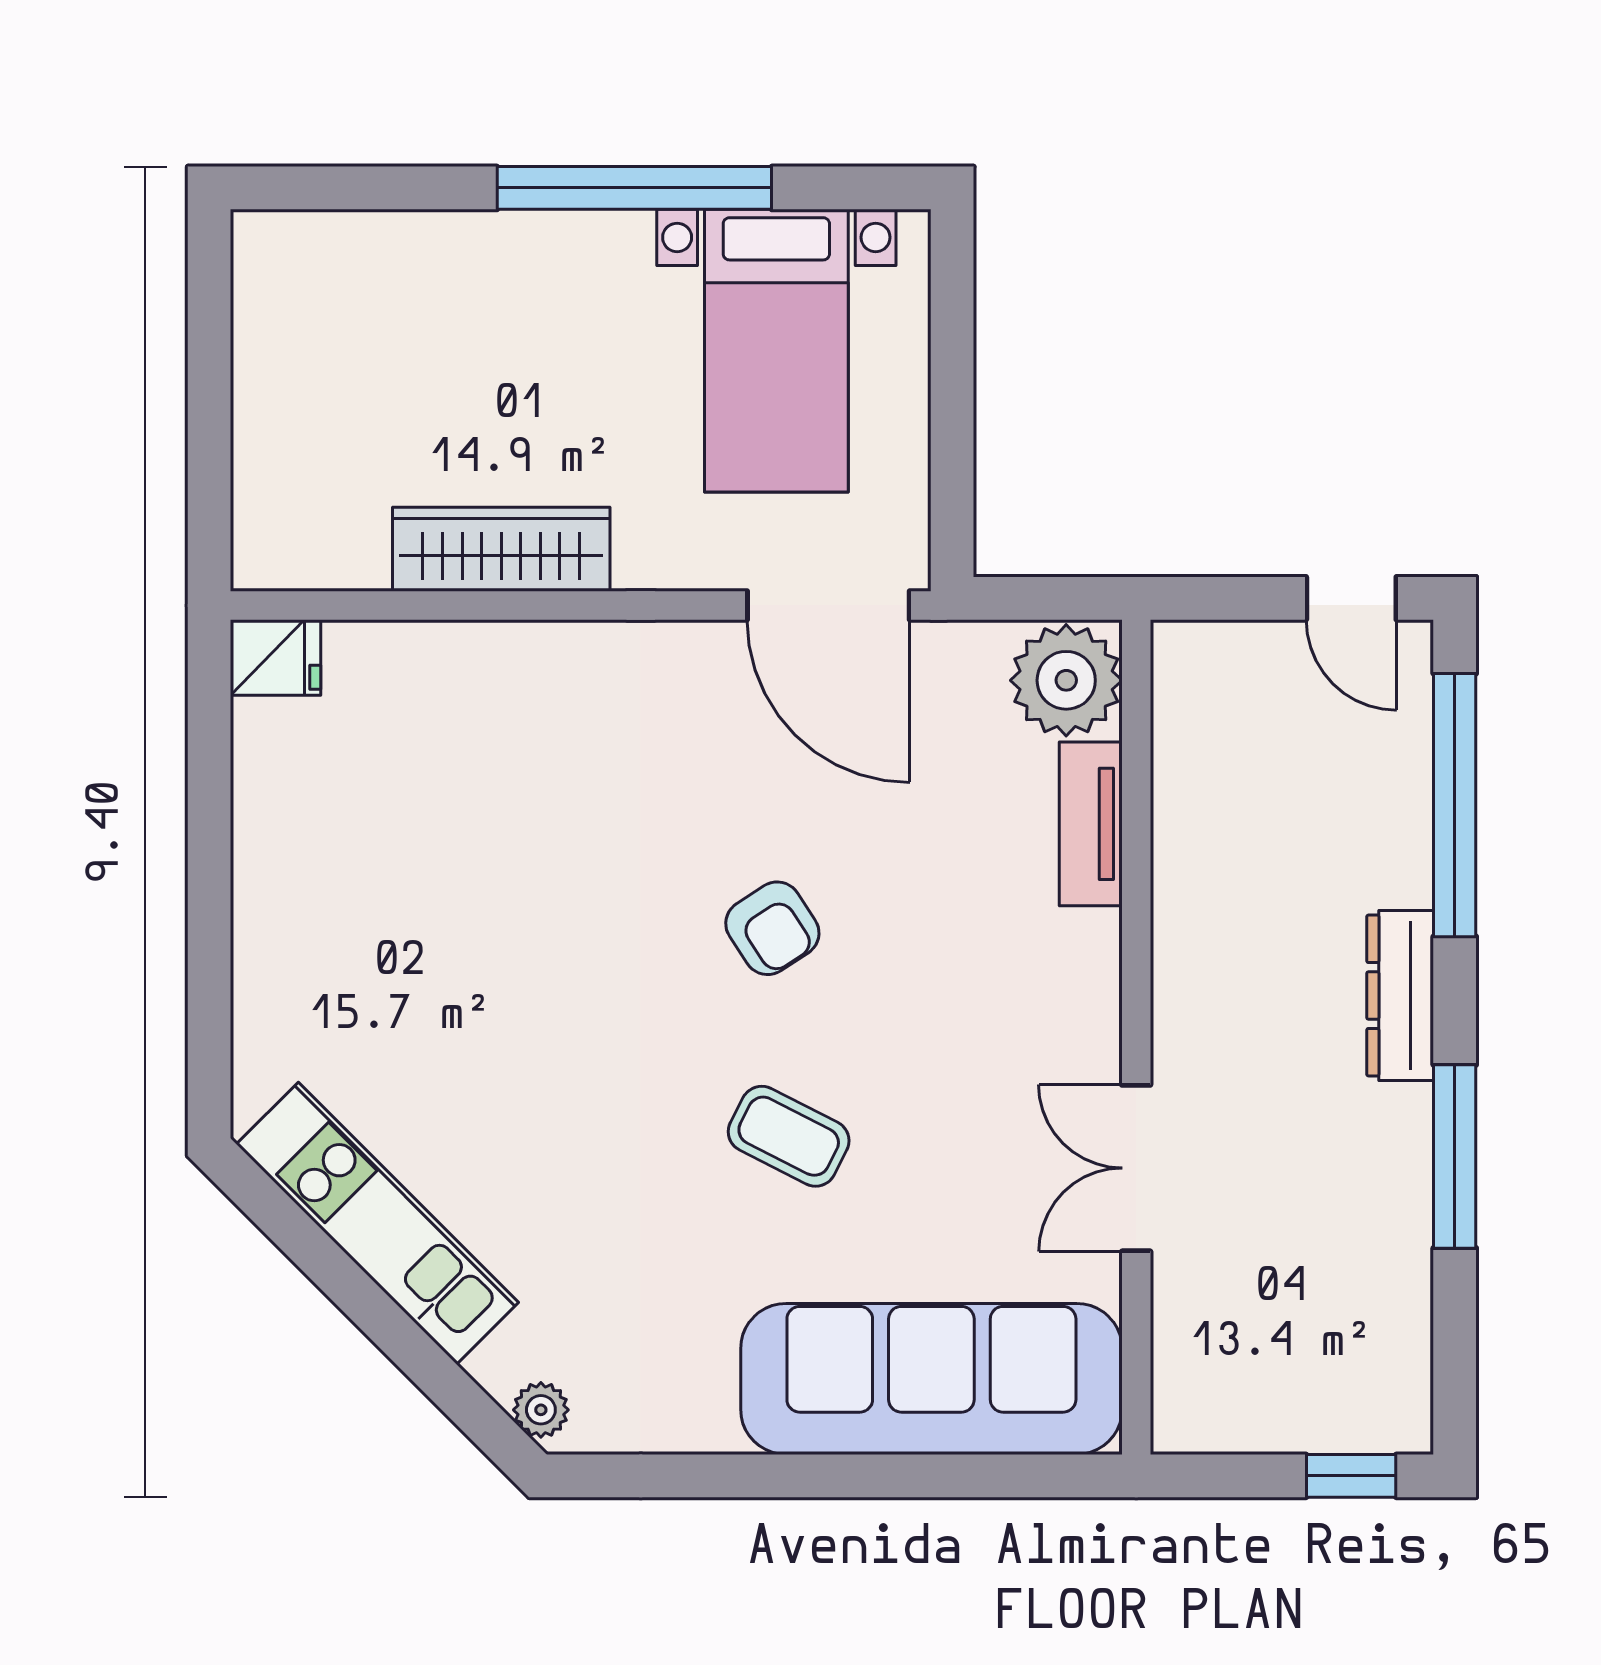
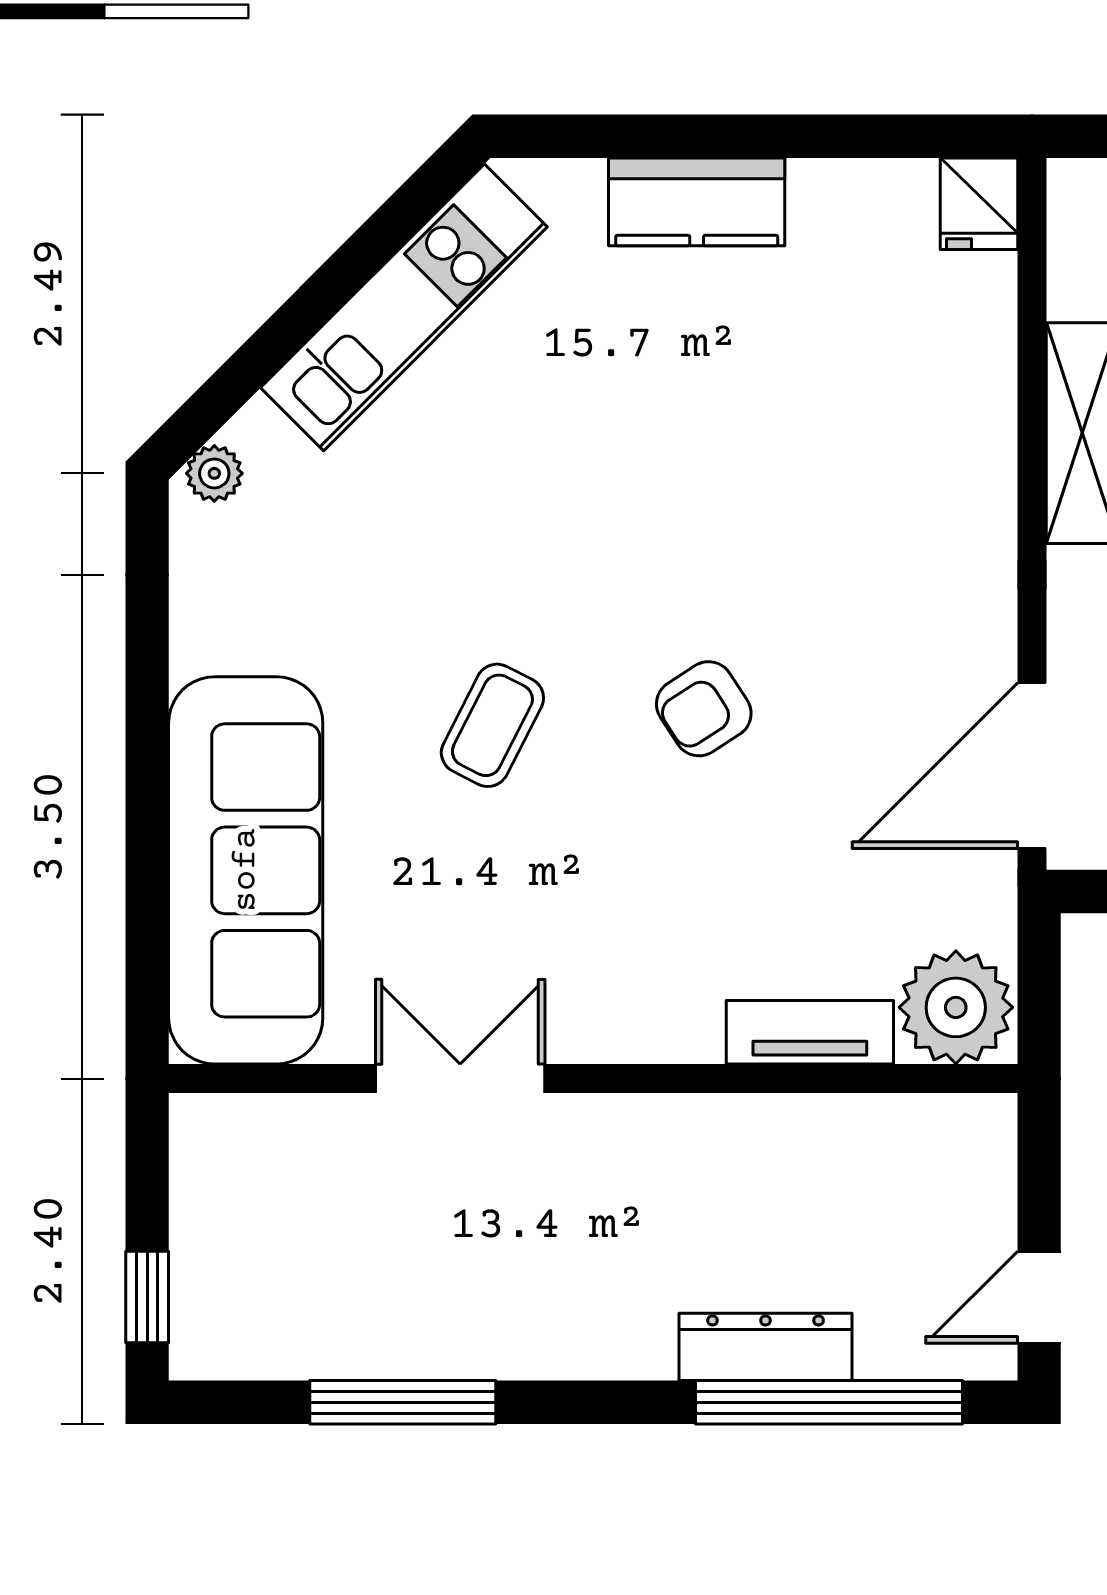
kitchen counter: (274, 935) -> (697, 202), added
dresser: (1400, 995) -> (766, 1347), moved
window: (1455, 1156) -> (403, 1402), moved

